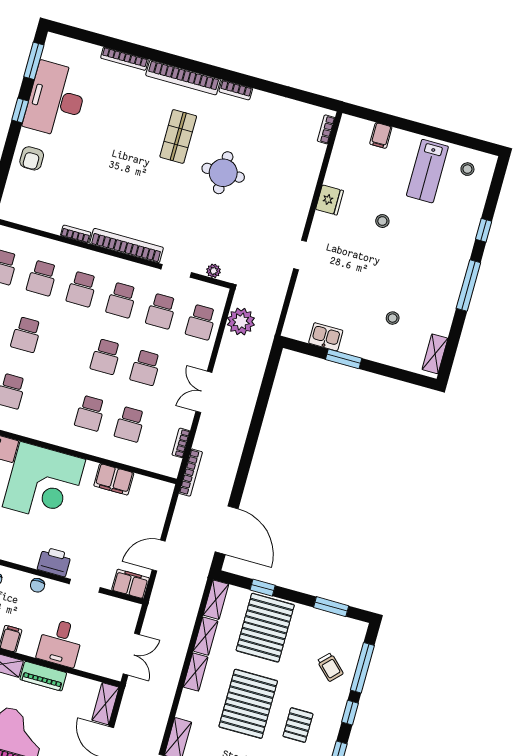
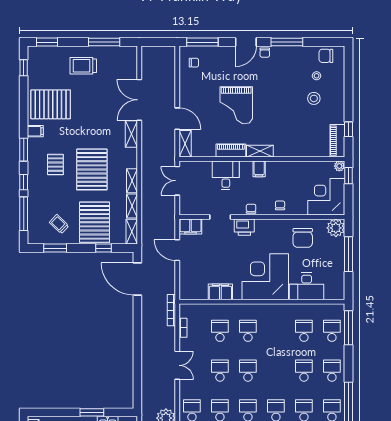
door: (159, 555) -> (177, 250), swing flipped
trolley: (330, 667) -> (59, 224), moved

